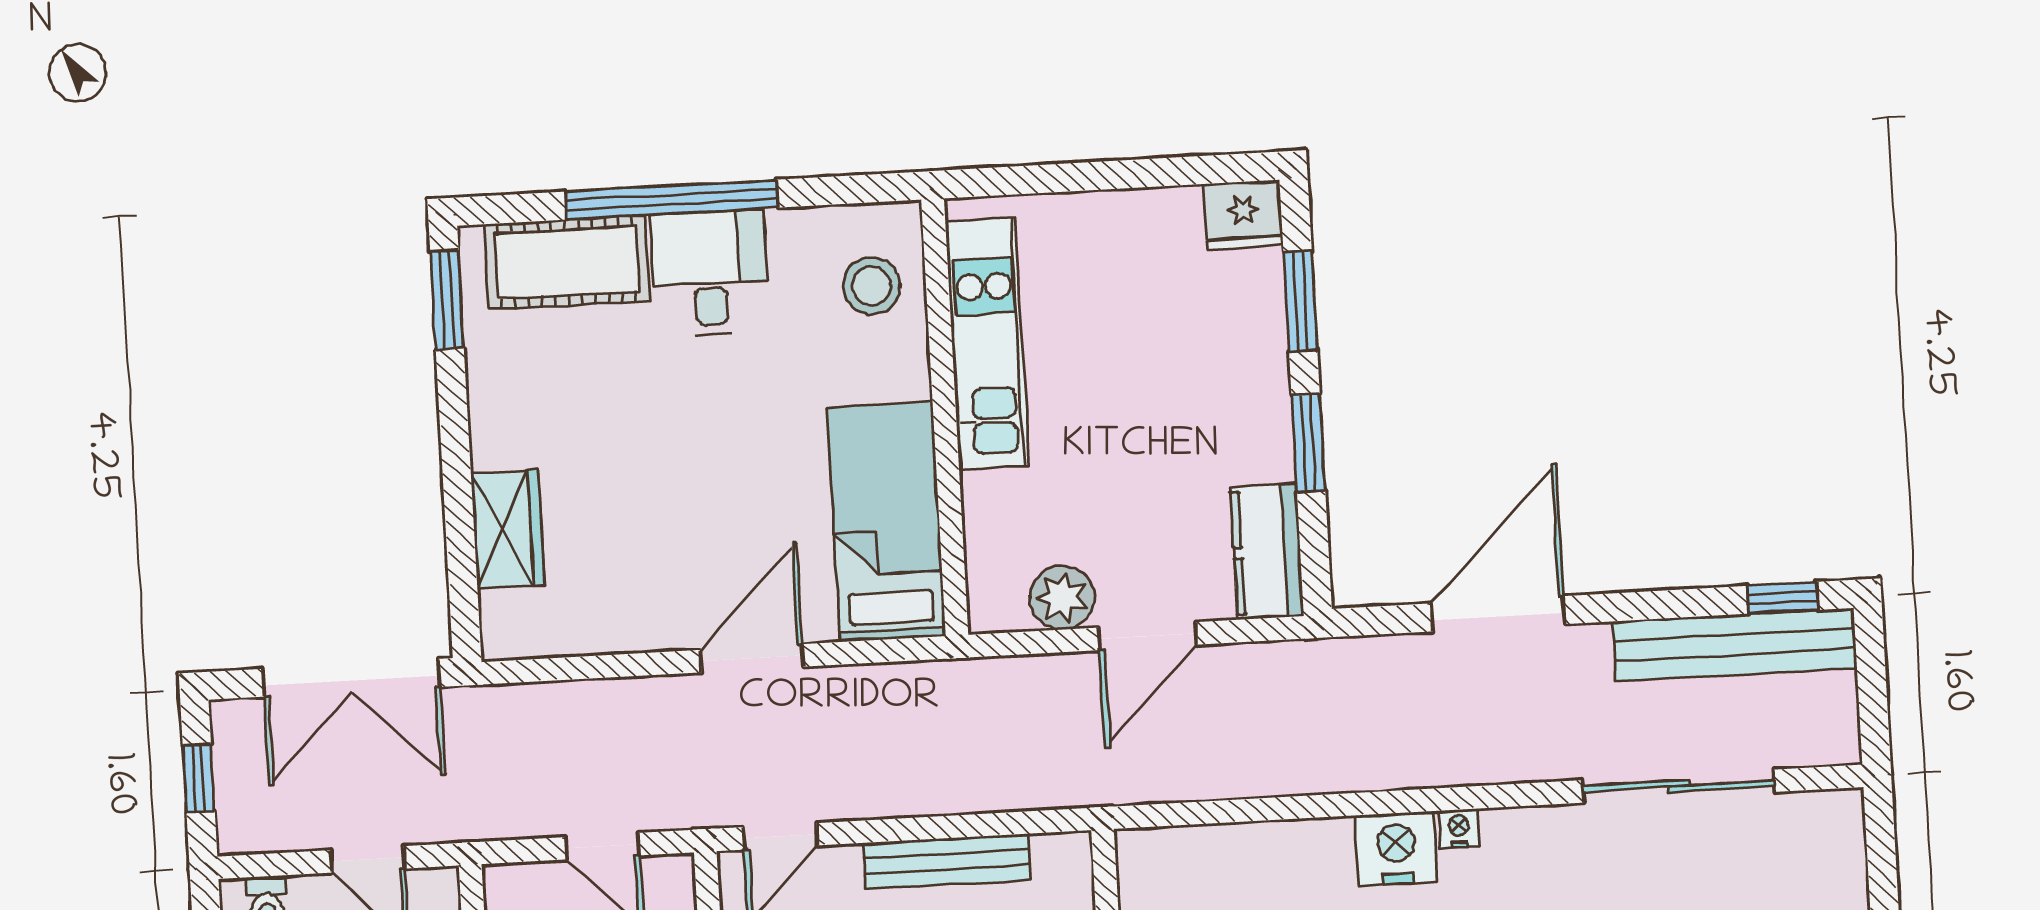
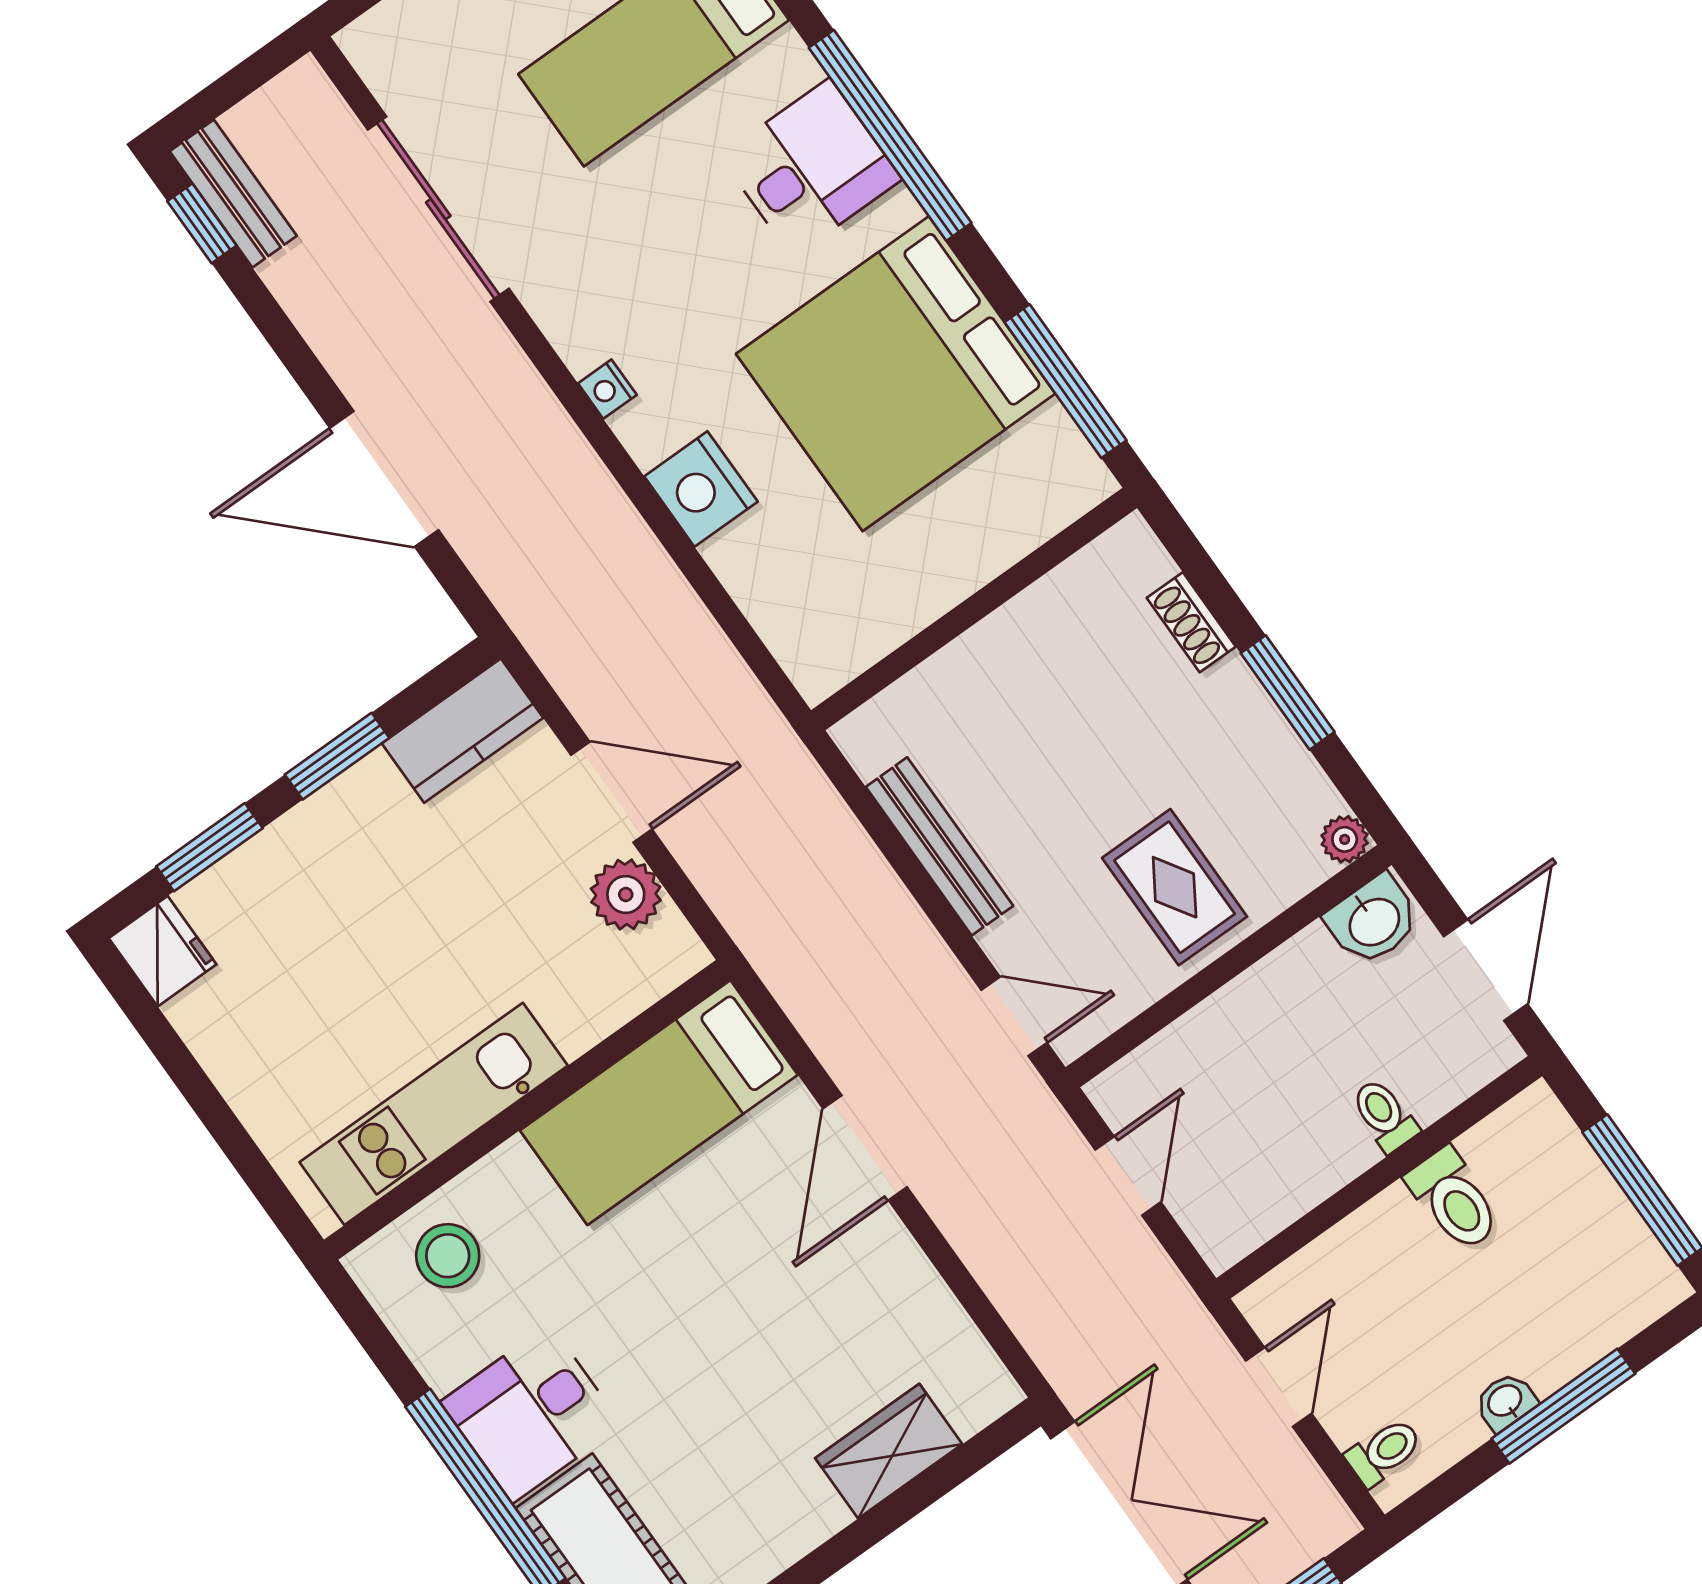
bench: (1735, 645) -> (233, 194), width x0.54, depth x0.82
door: (752, 658) -> (865, 1148), hinge flipped
nightstand: (1396, 848) -> (701, 489), moved

